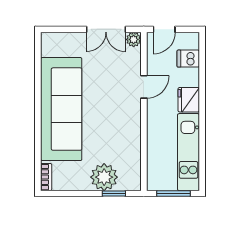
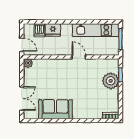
double door: (106, 29) -> (22, 99), moved
door: (144, 87) -> (79, 57), moved
fridge: (189, 100) -> (53, 30), moved
sofa: (61, 109) -> (55, 109), width x0.54, depth x0.79

